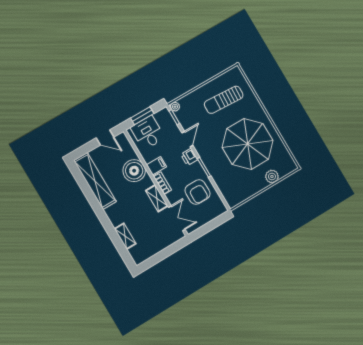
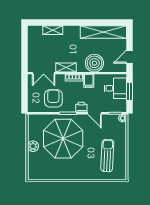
parasol: (248, 144) -> (63, 139), moved
plant: (272, 176) -> (33, 146), moved
armchair: (197, 192) -> (53, 98), turned 90

